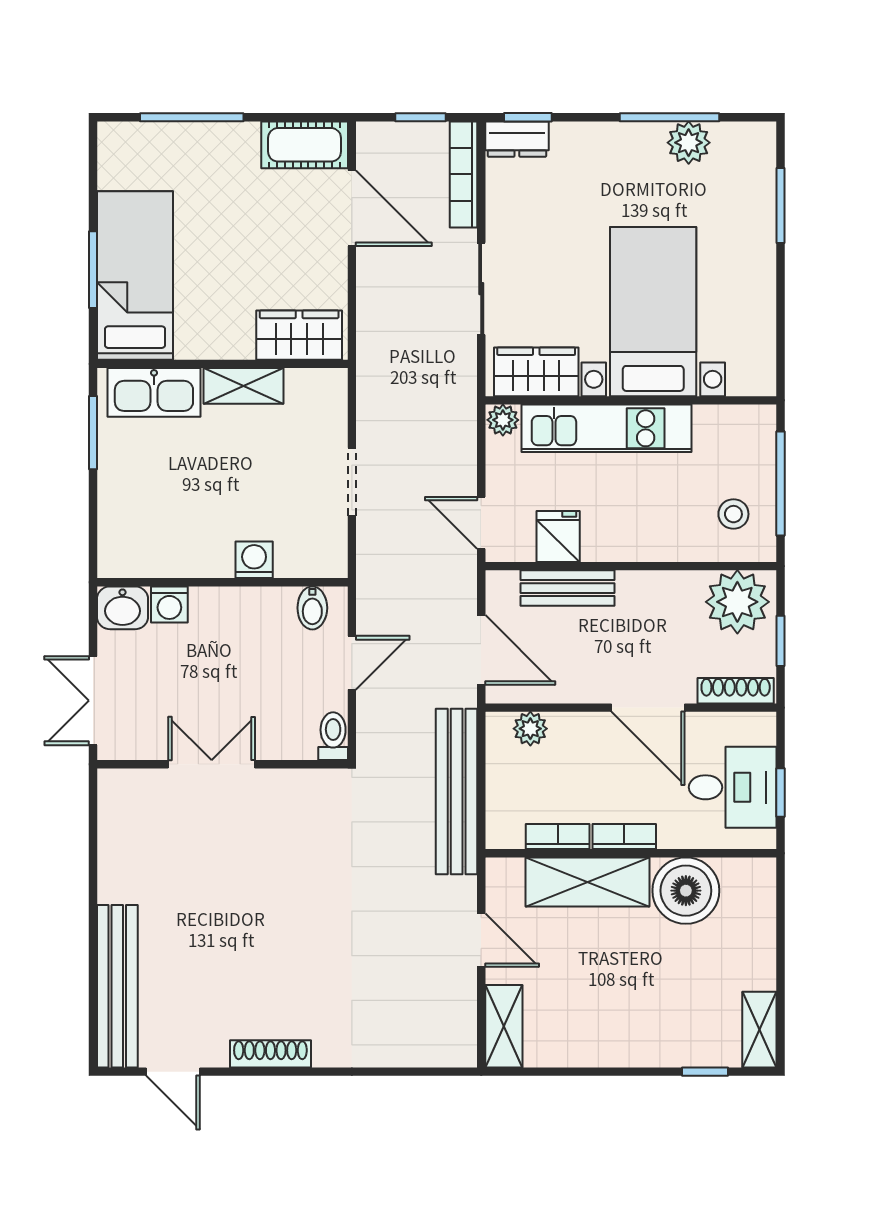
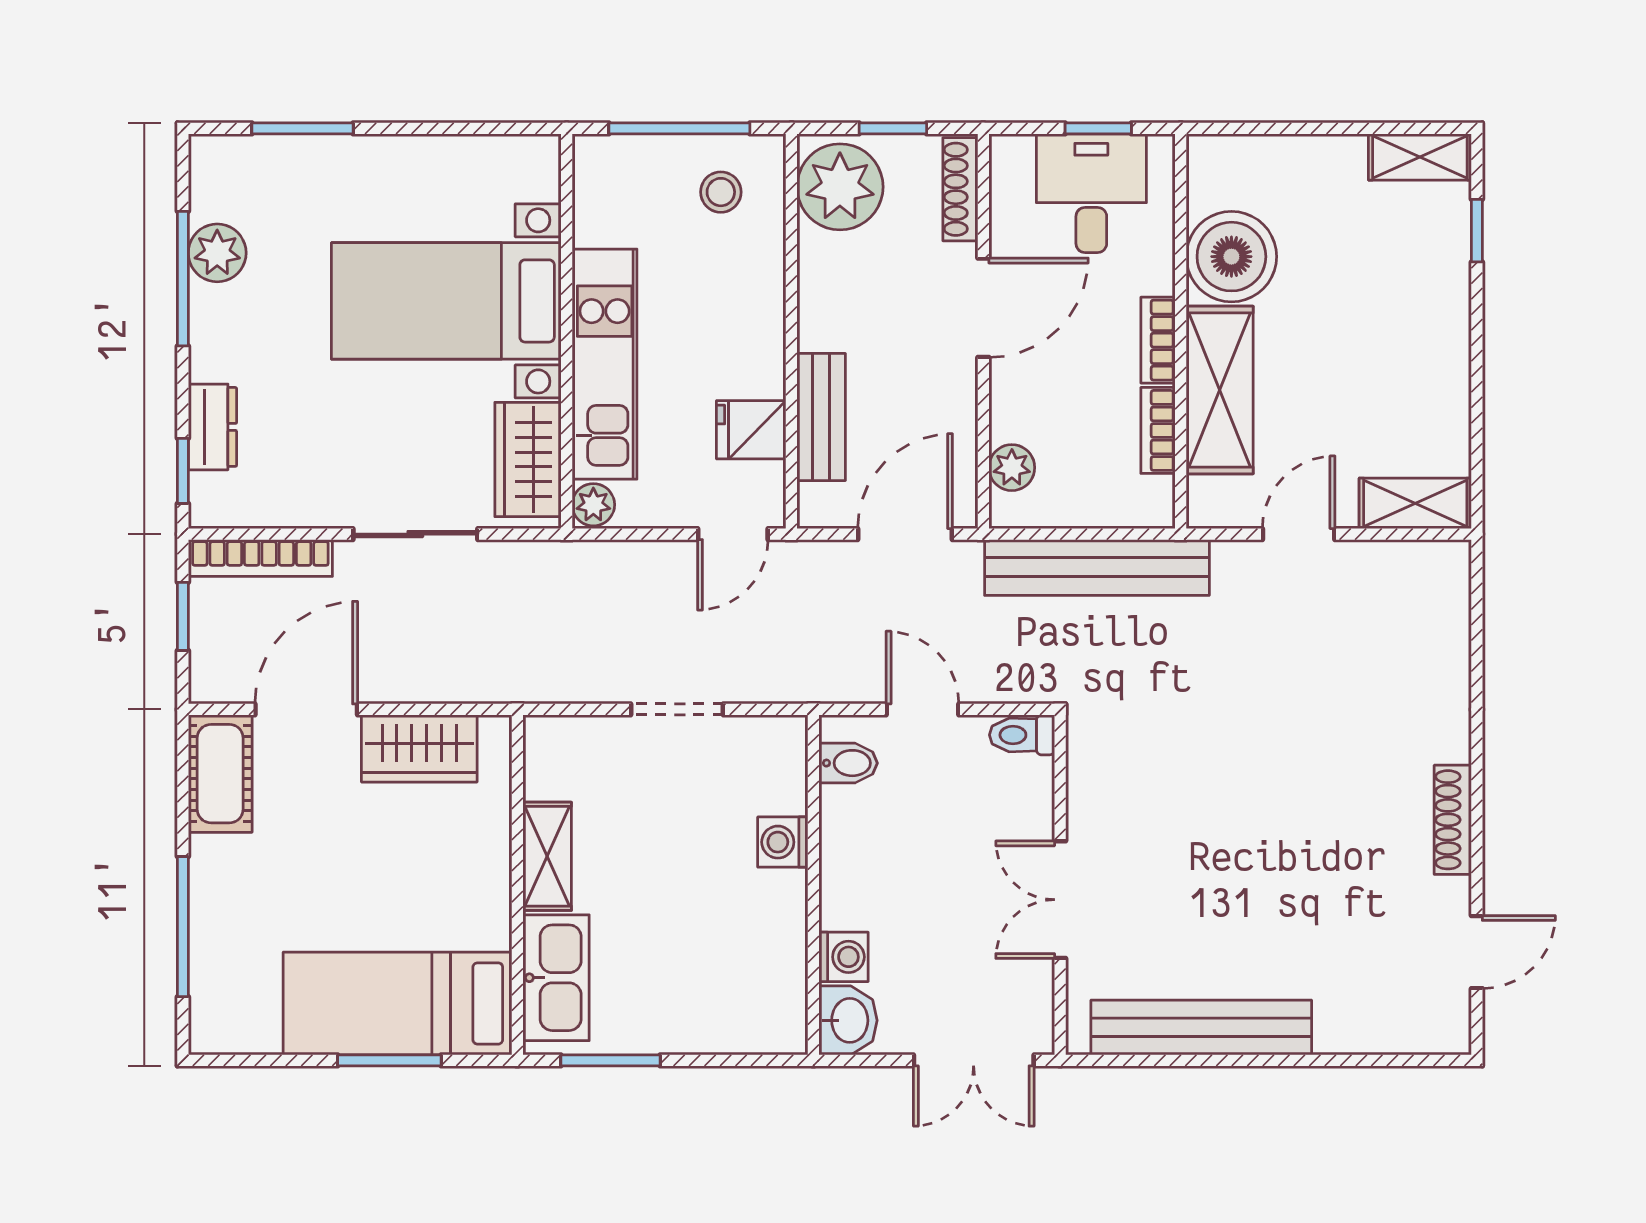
dresser: (517, 139) -> (212, 427), moved
wardrobe: (299, 335) -> (419, 748), moved, turned -90
bench: (117, 986) -> (1201, 1027), moved

